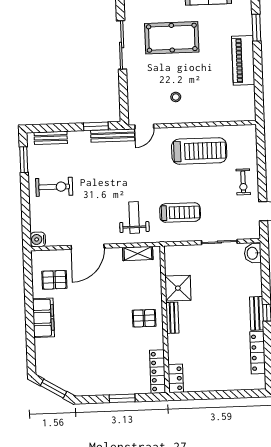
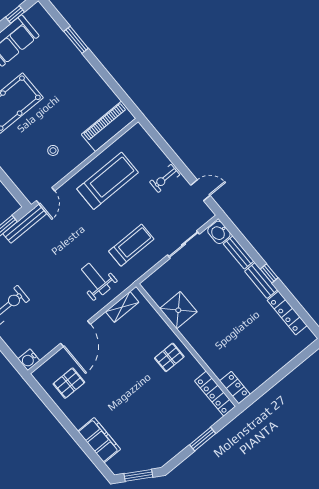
piano: (243, 60) -> (109, 126), moved, turned 90
exercise bike: (243, 182) -> (165, 178), turned 90
filing cabinet: (43, 318) -> (99, 440), moved
bench: (172, 318) -> (239, 252), moved

